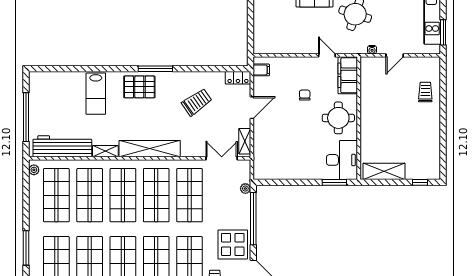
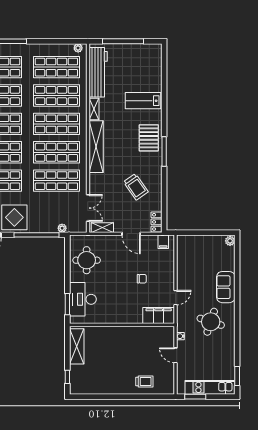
round table: (338, 118) -> (87, 260), moved
desk: (342, 160) -> (83, 299), moved, turned 90

